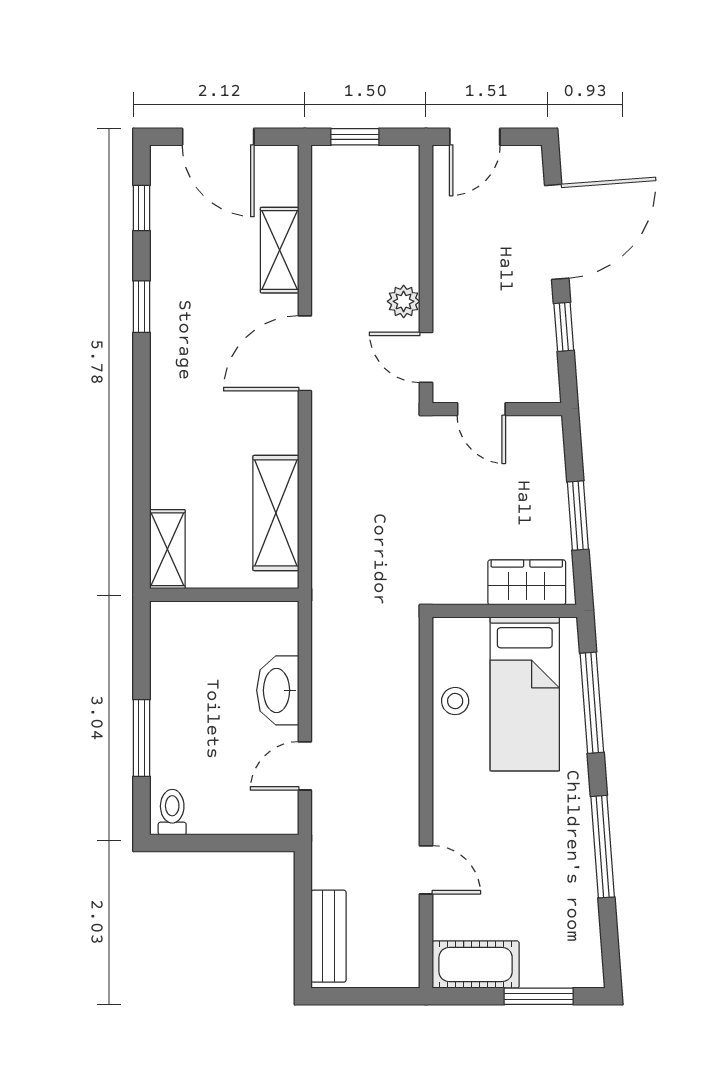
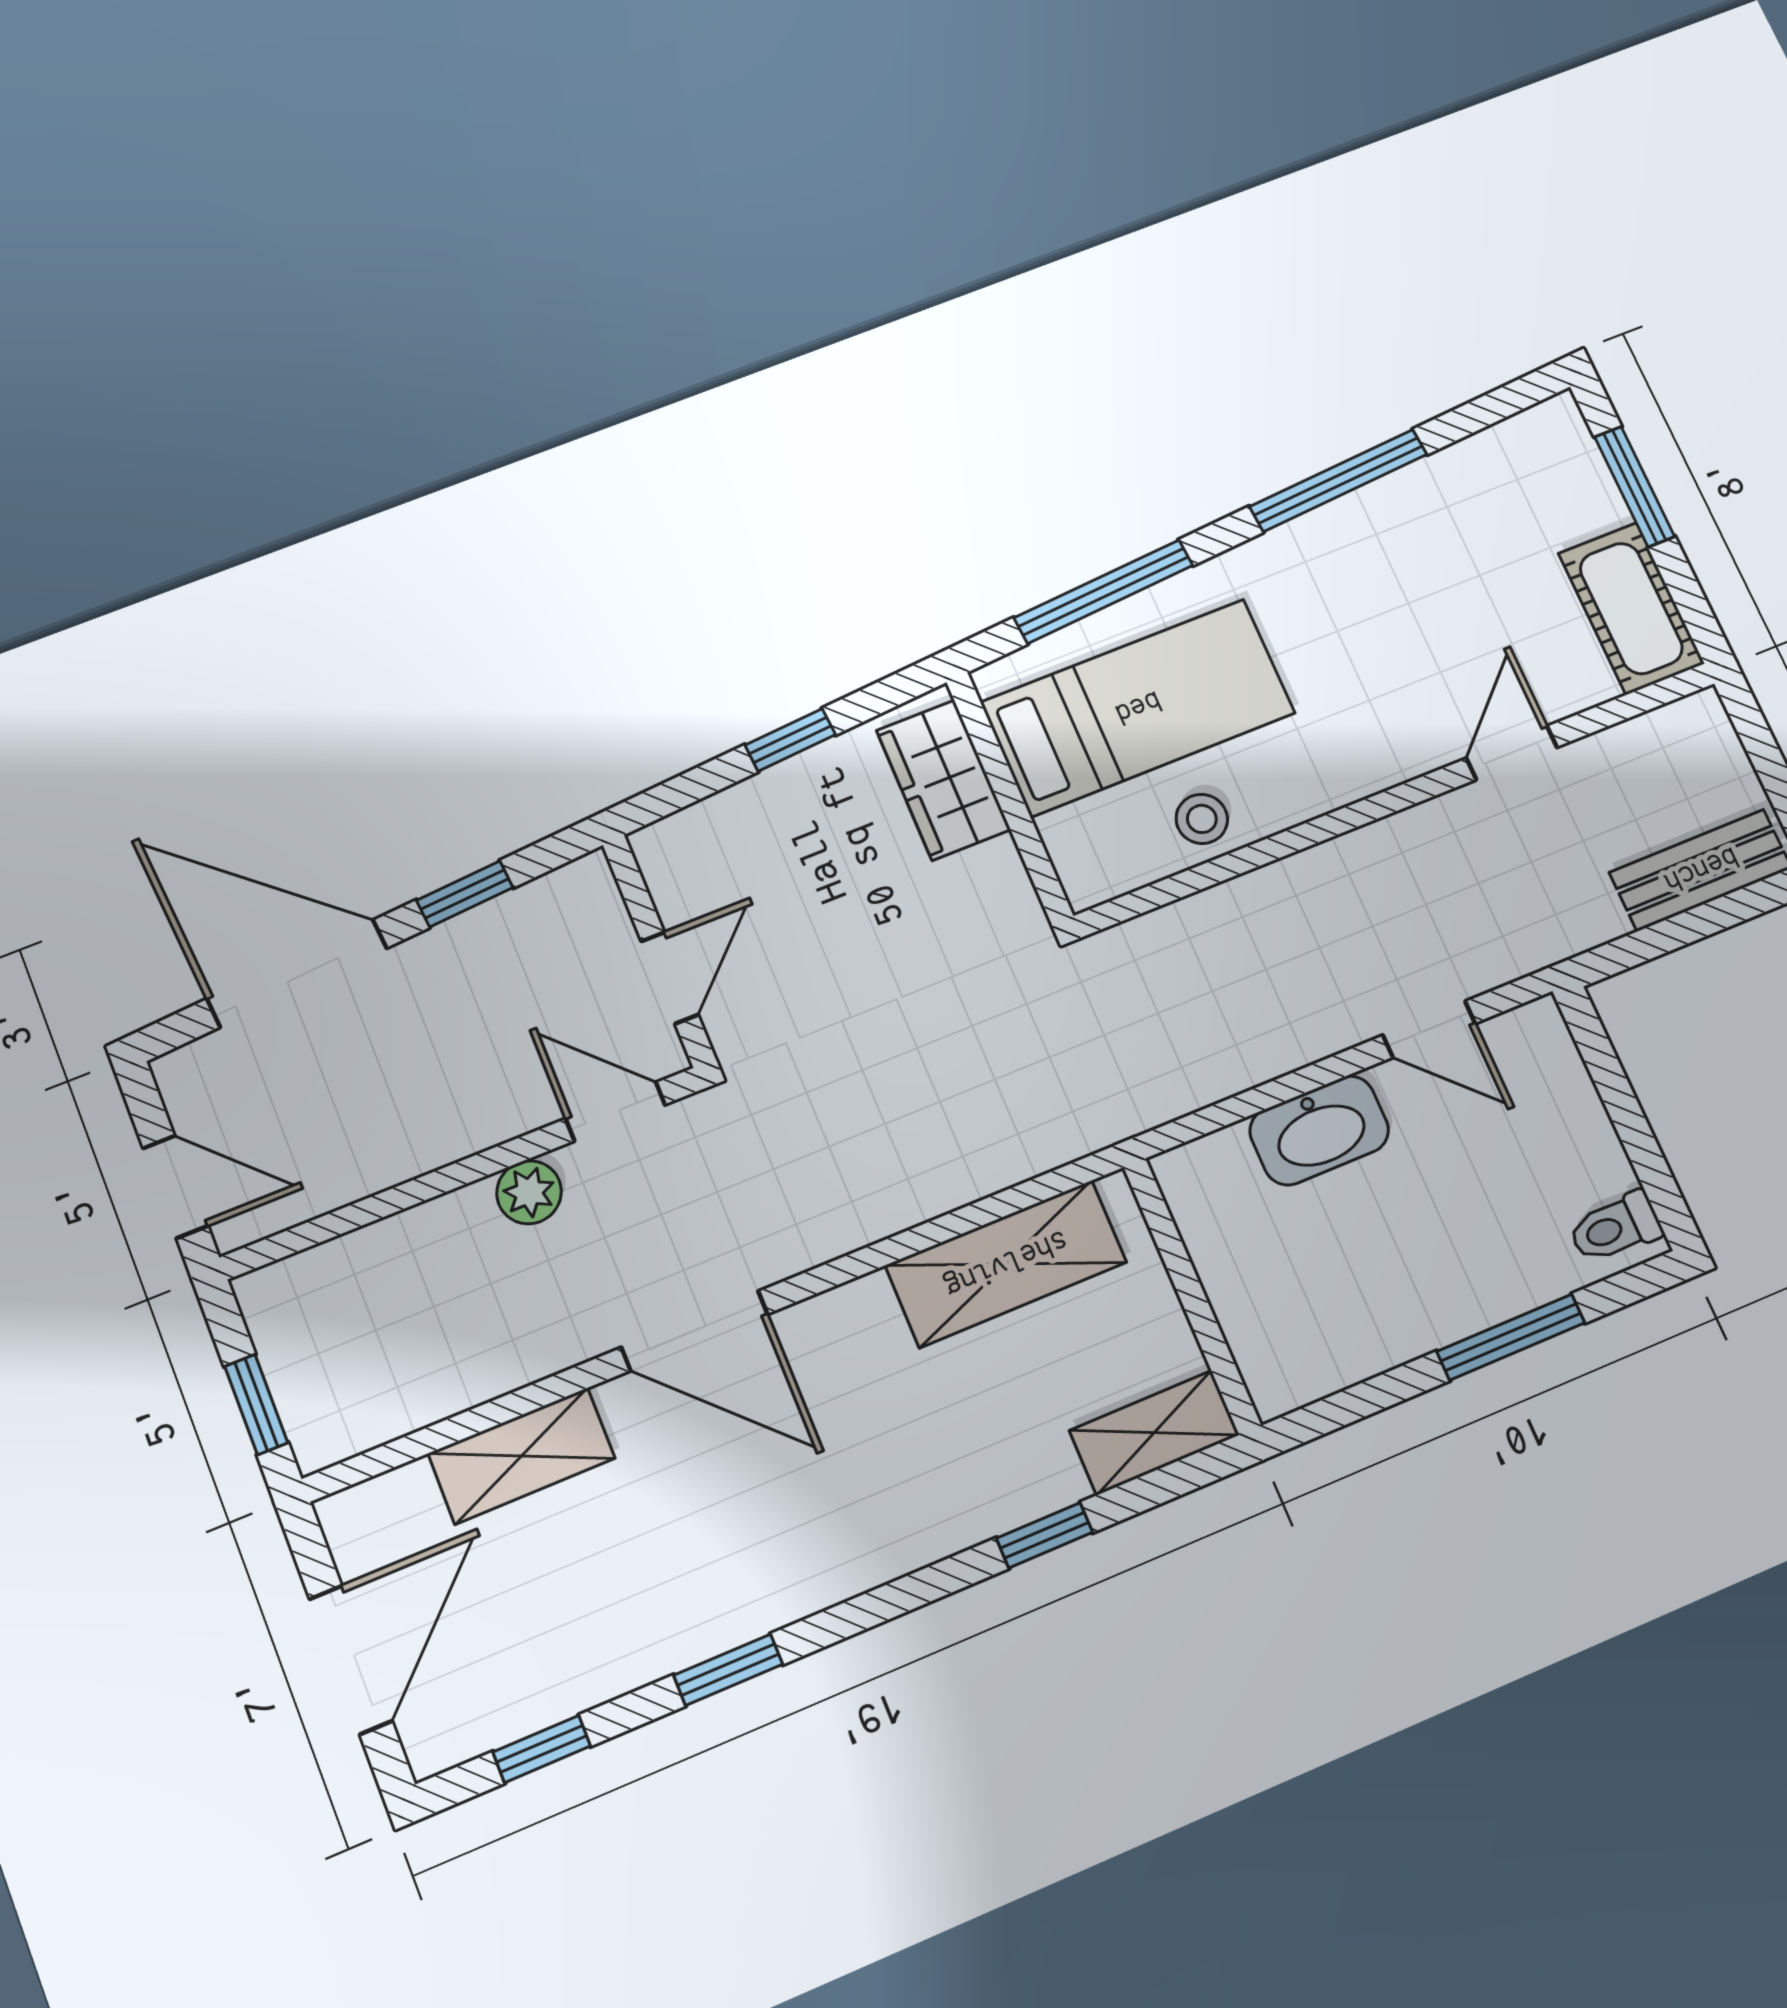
door: (426, 357) -> (615, 1112), swing flipped
window: (141, 478) -> (1045, 1535), added
window: (578, 516) -> (790, 740), width x0.67

